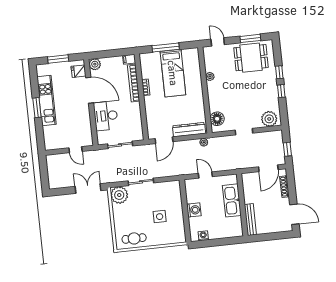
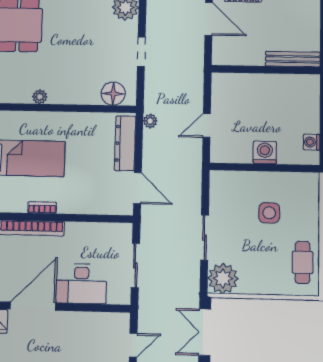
kitchen sink: (232, 200) -> (256, 86), removed

